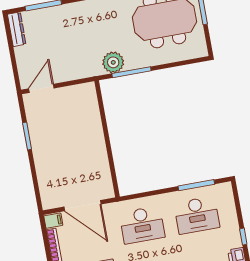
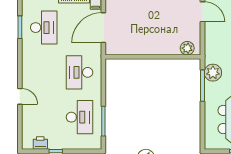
plant: (89, 99) -> (187, 48), added
desk: (197, 215) -> (79, 117), turned 180

